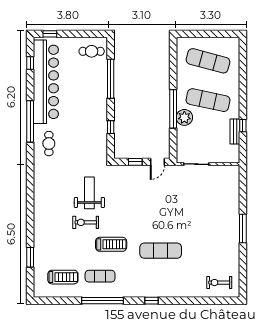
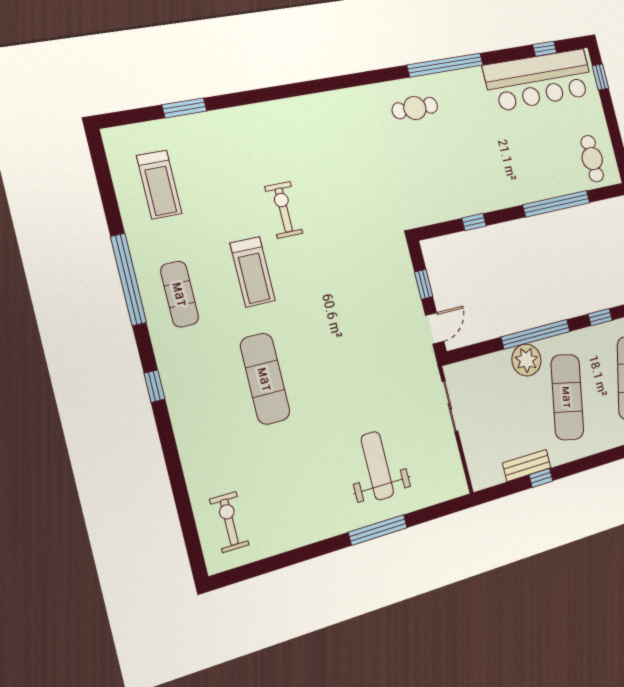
window: (173, 70) -> (600, 317), added
bar counter: (46, 82) -> (539, 80), width x0.73
door: (157, 162) -> (435, 328), swing flipped
weight bench: (89, 193) -> (377, 466), moved, turned -90
window: (243, 228) -> (378, 530), moved
exercise mat: (100, 276) -> (180, 294), moved

